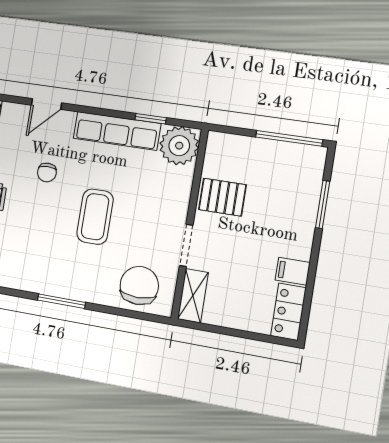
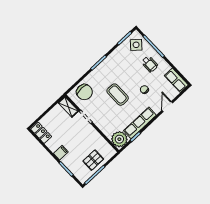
pallet: (222, 197) -> (93, 160), moved
filing cabinet: (293, 271) -> (61, 153), moved

